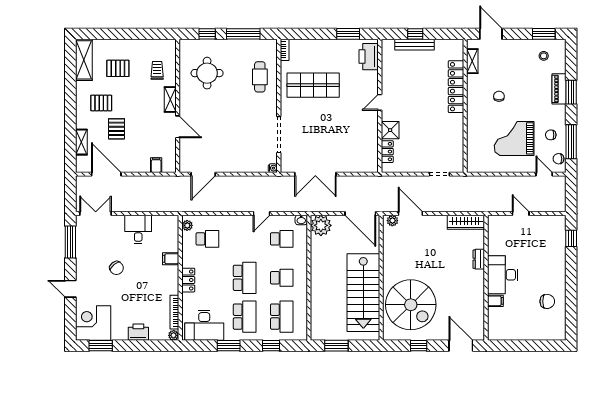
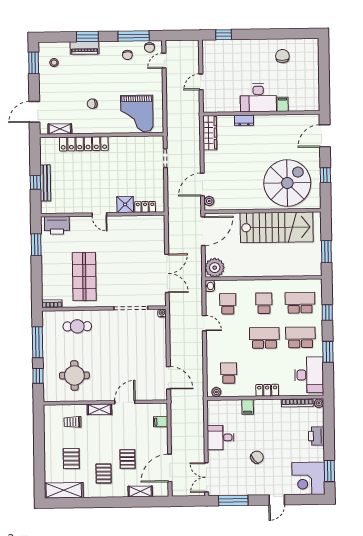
pallet: (117, 129) -> (127, 459), turned 90
grand piano: (514, 138) -> (137, 114), moved

